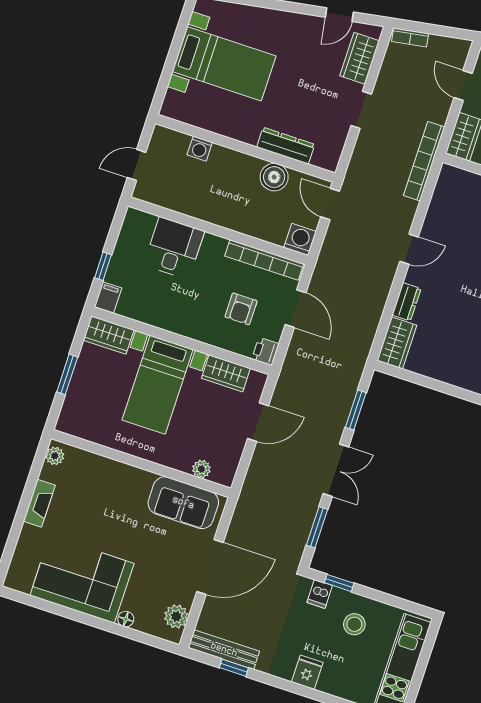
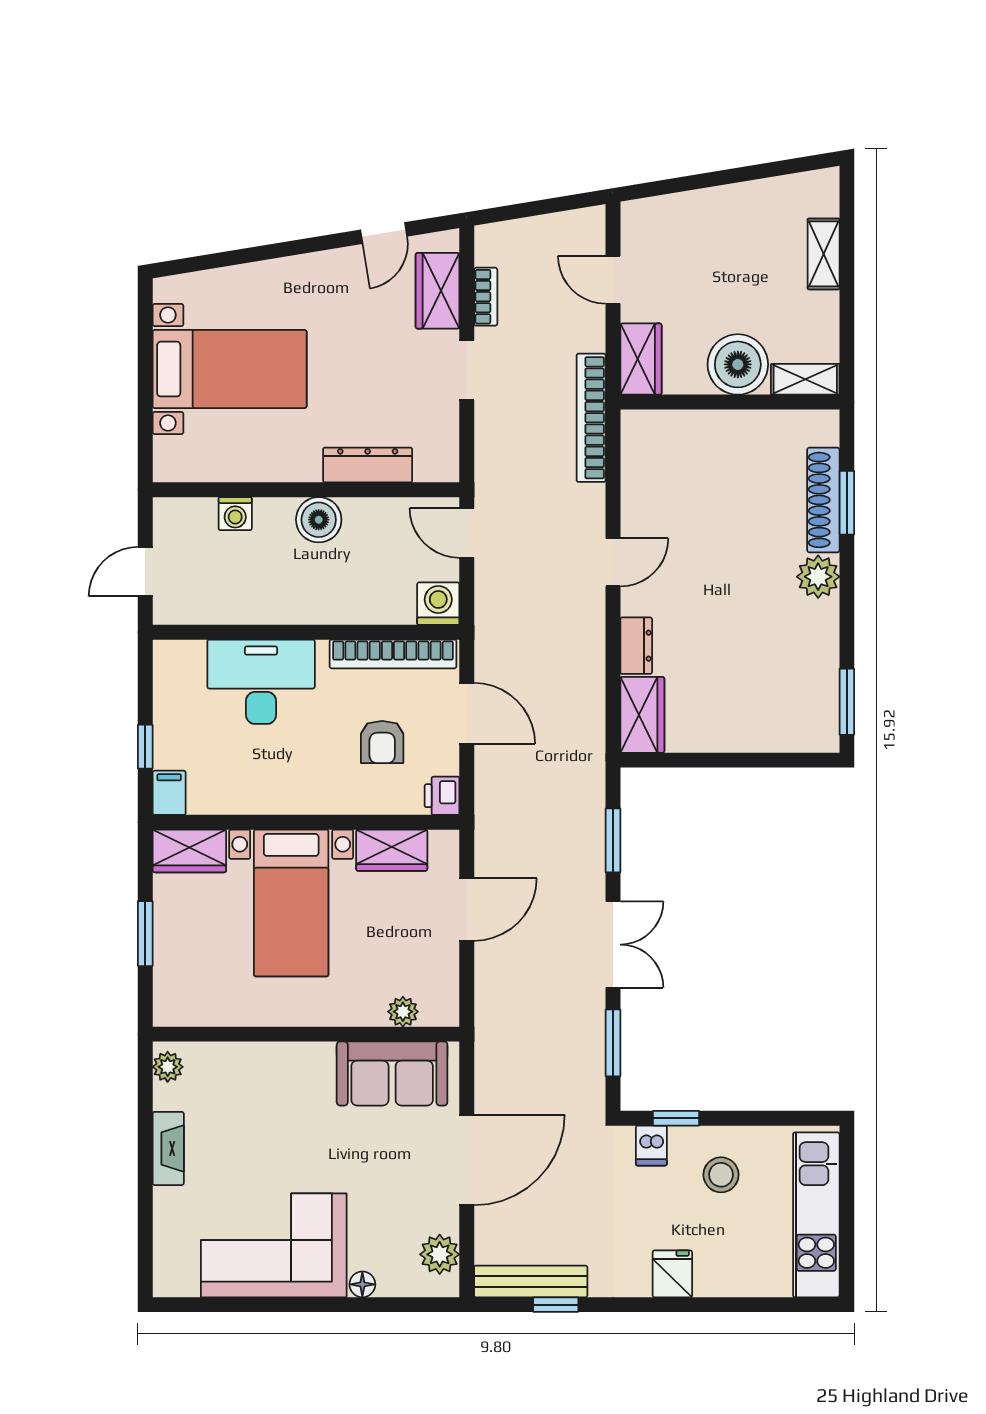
bookcase: (410, 37) -> (486, 297), moved, turned -81
boiler: (274, 177) -> (319, 520), moved
desk: (174, 248) -> (261, 682), width x1.37

